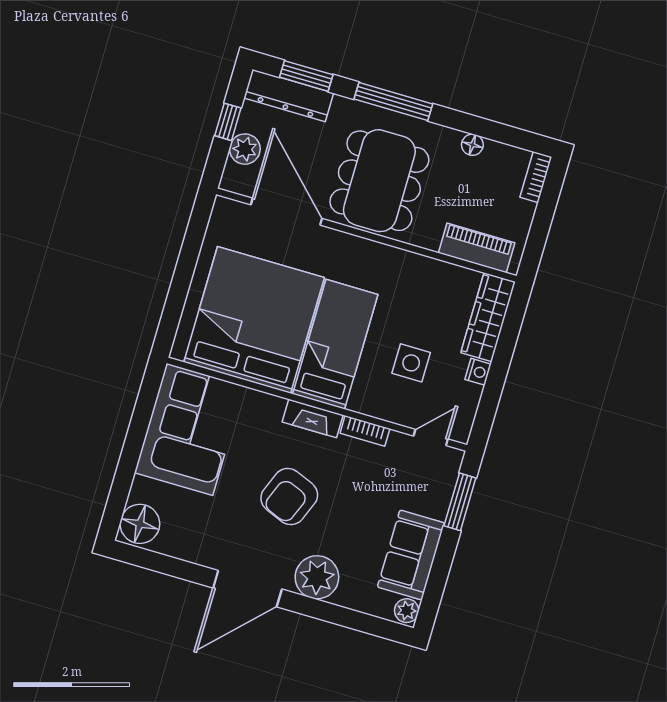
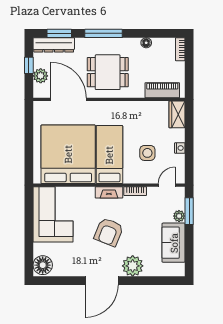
dining table: (379, 181) -> (108, 72), width x0.73
wardrobe: (488, 317) -> (177, 114), width x0.67
plant: (407, 611) -> (179, 216), moved

